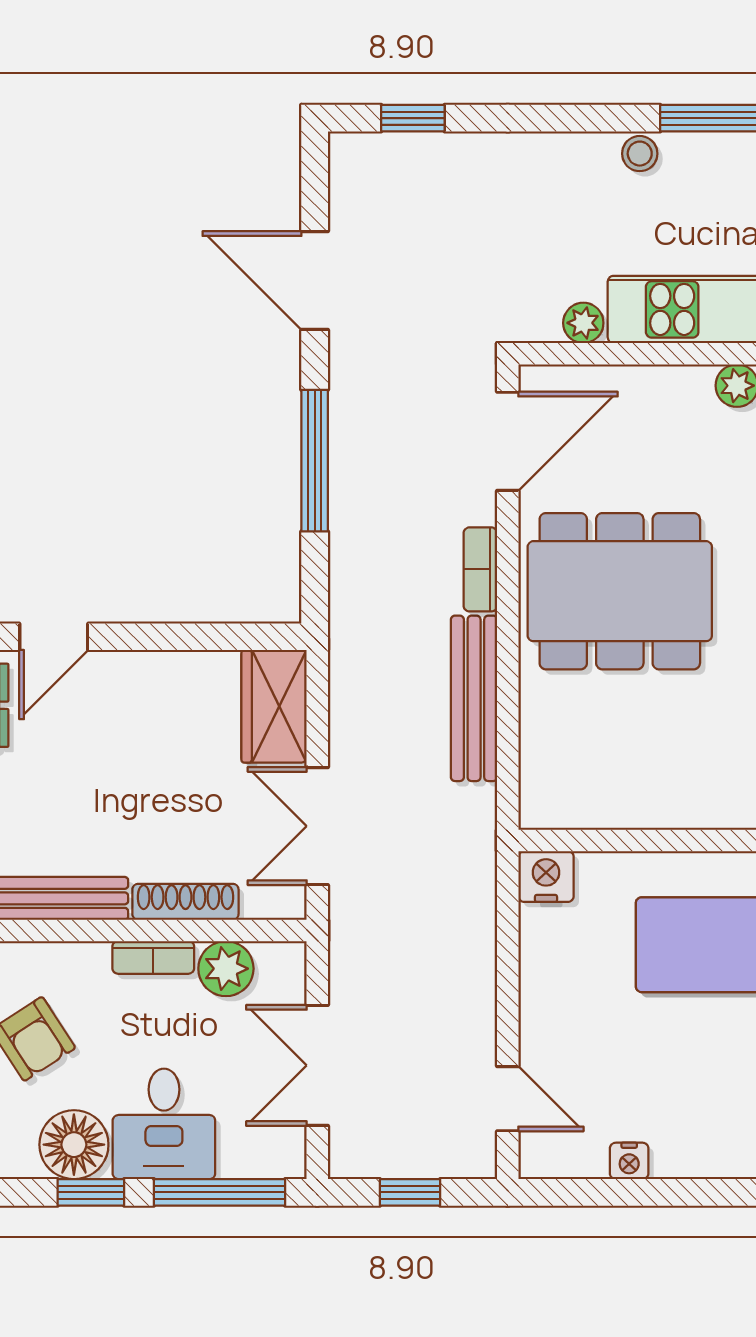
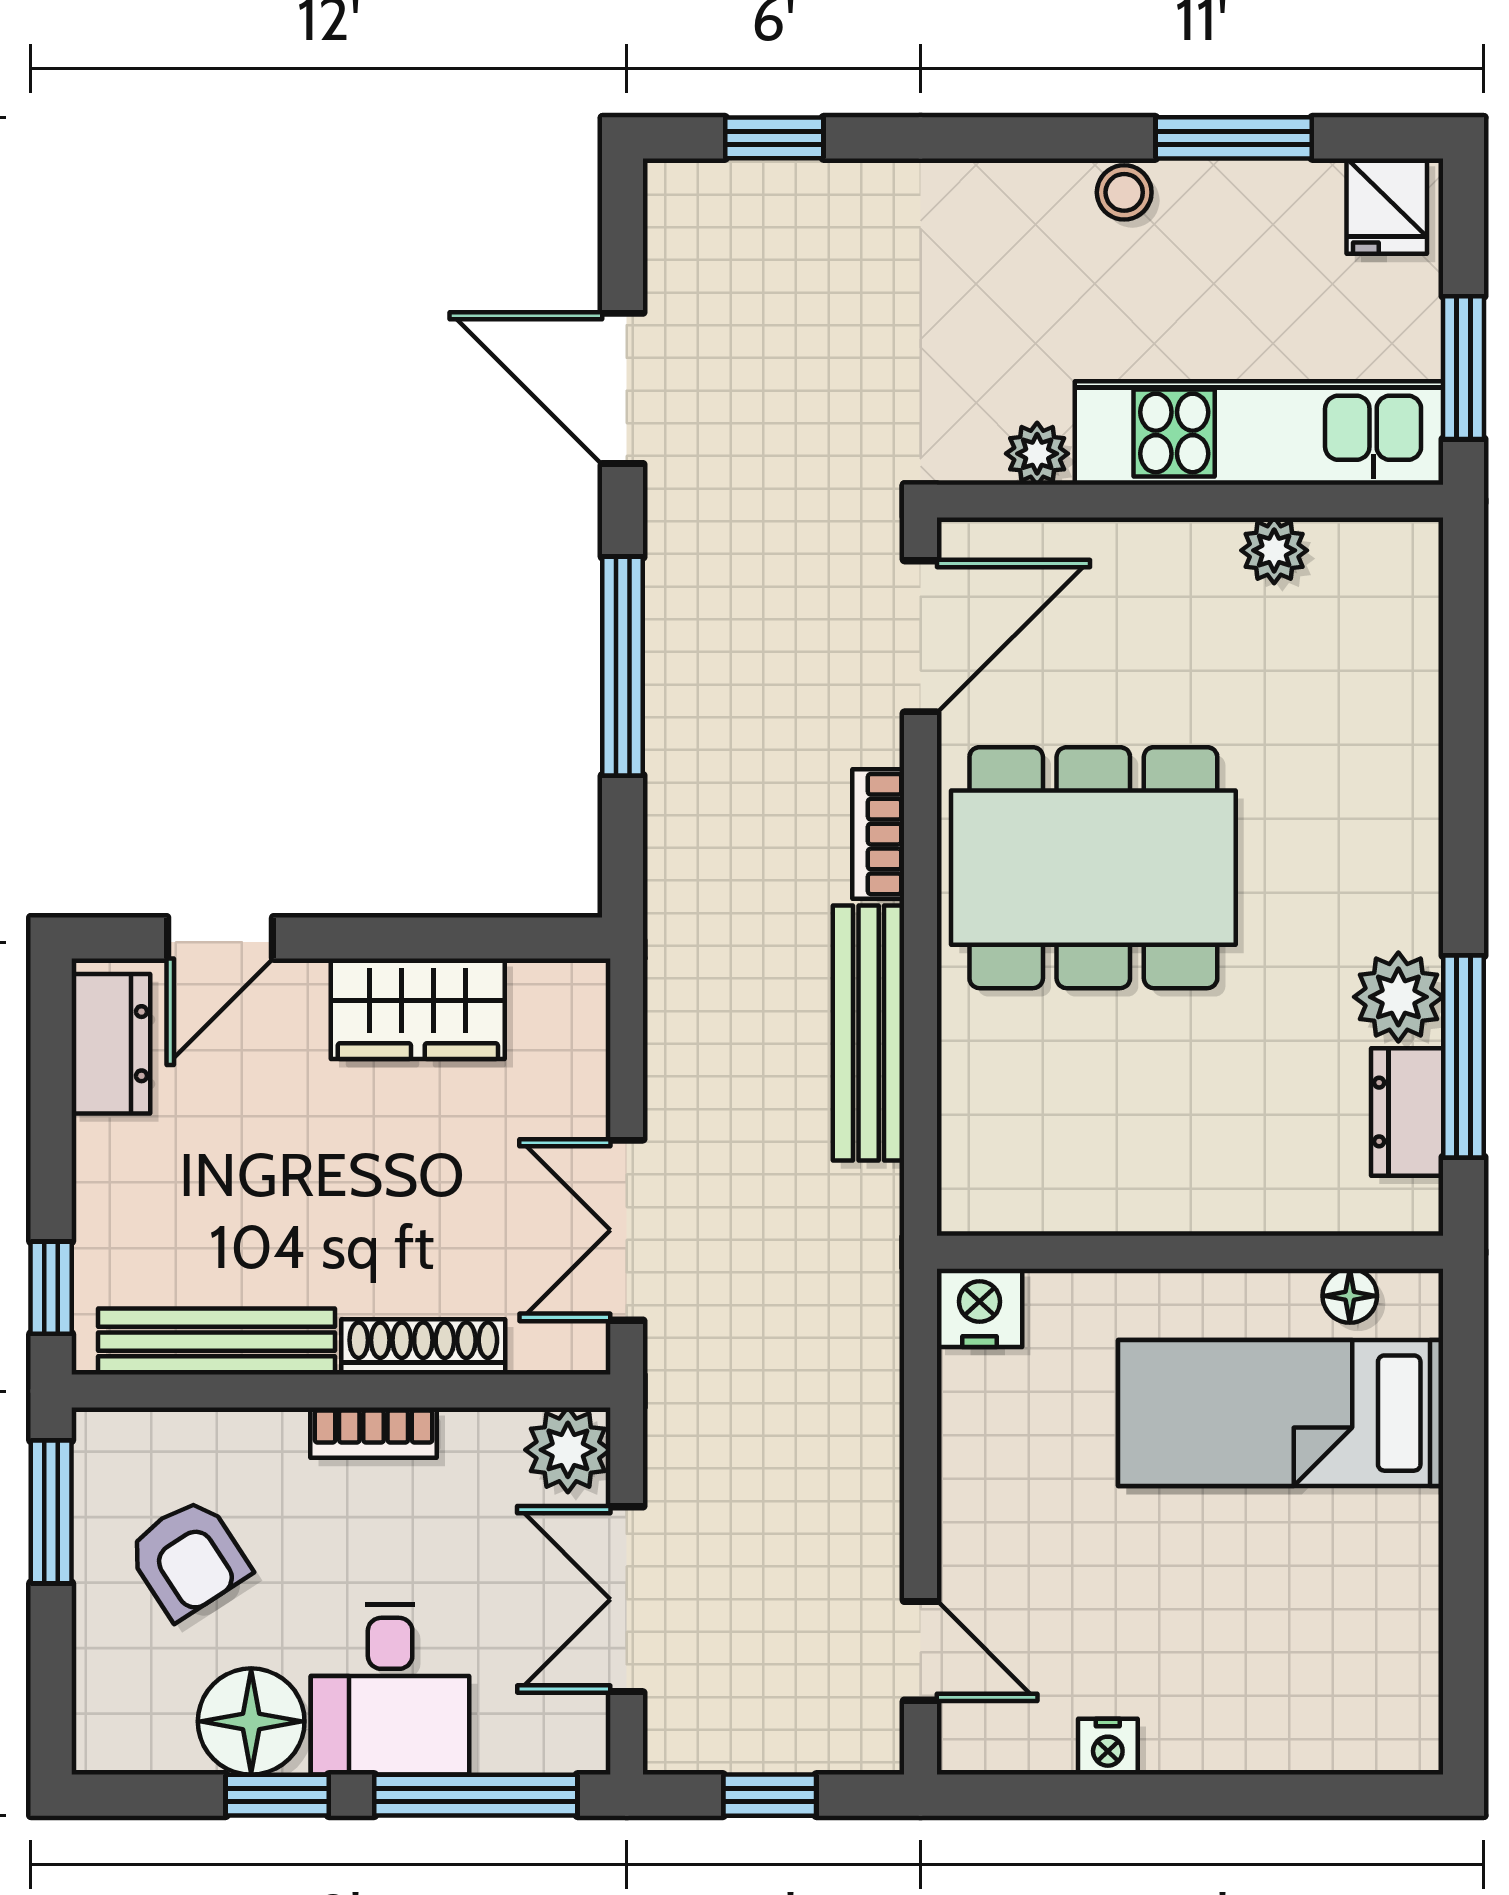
wardrobe: (274, 706) -> (418, 1009), moved, turned -90
plant: (226, 969) -> (568, 1450), moved

